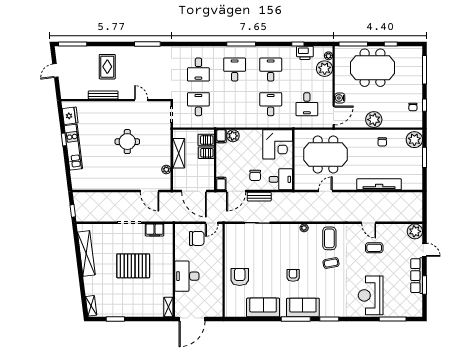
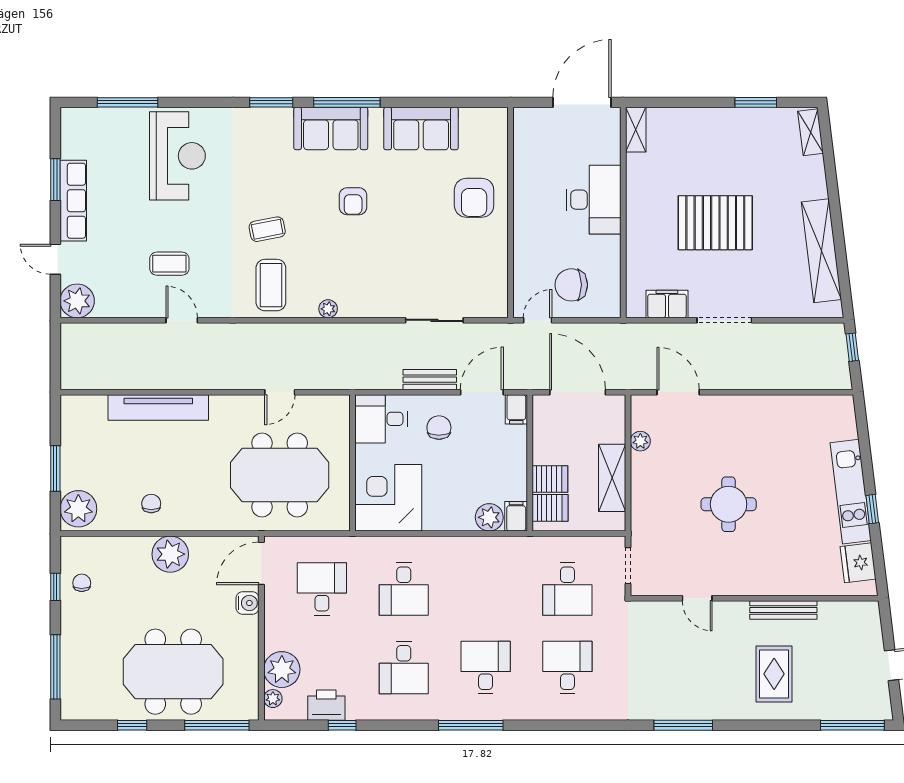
desk: (235, 70) -> (486, 667), turned 180

